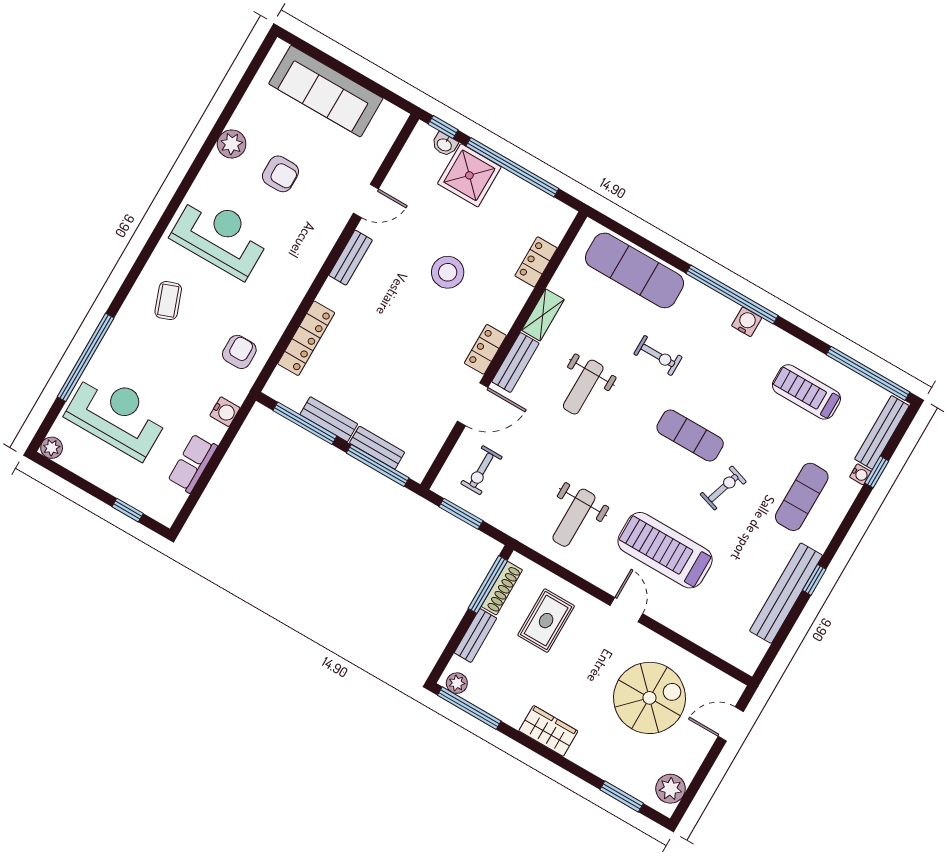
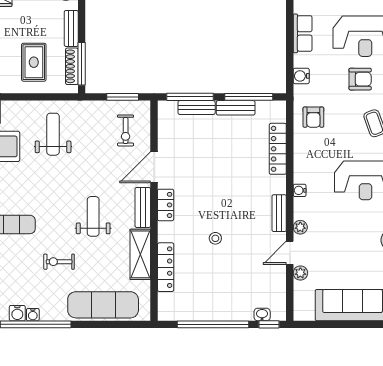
plant: (367, 168) -> (300, 273), added
armchair: (280, 174) -> (360, 79), moved, turned 180
shower: (469, 175) -> (236, 304), removed
plant: (335, 225) -> (300, 227), added
locker: (536, 262) -> (166, 267), width x1.53
water cooler: (309, 271) -> (300, 190), added
stool: (448, 272) -> (215, 238), width x0.53, depth x0.53
water cooler: (729, 309) -> (33, 315), added
shelving: (543, 315) -> (140, 254), width x1.50, depth x1.33
exercise bike: (481, 470) -> (126, 130), turned 180

